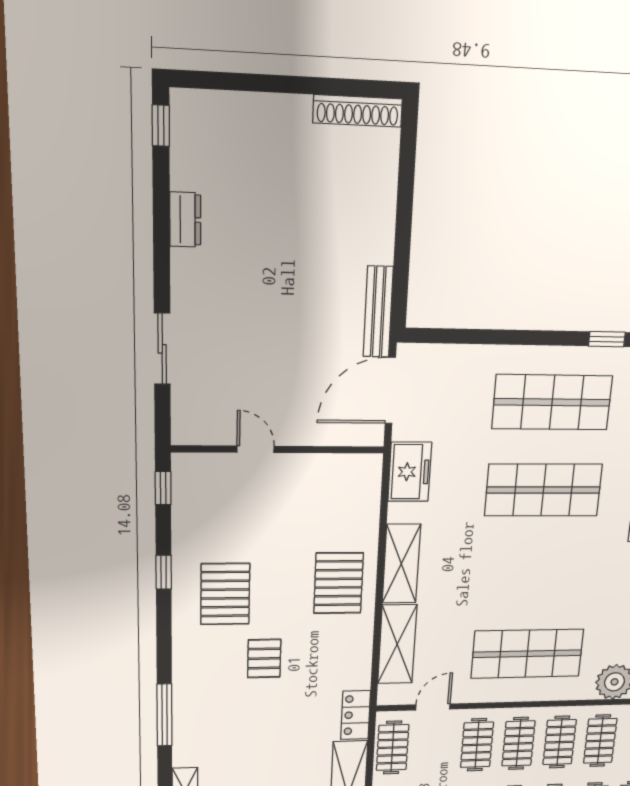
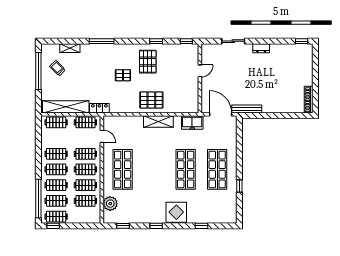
dresser: (185, 220) -> (261, 48), moved
pallet: (225, 594) -> (148, 62), turned 90
shelving: (397, 644) -> (127, 122), removed

